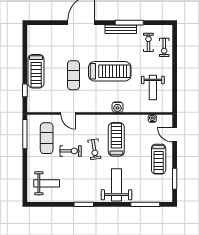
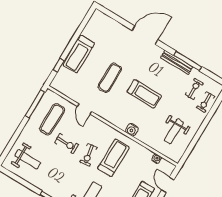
treadmill: (110, 71) -> (144, 94), width x0.73, depth x0.73

